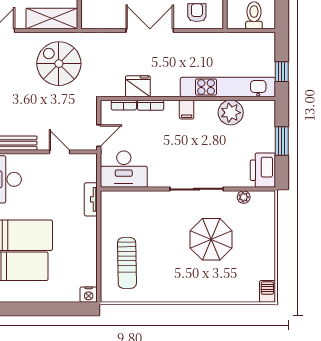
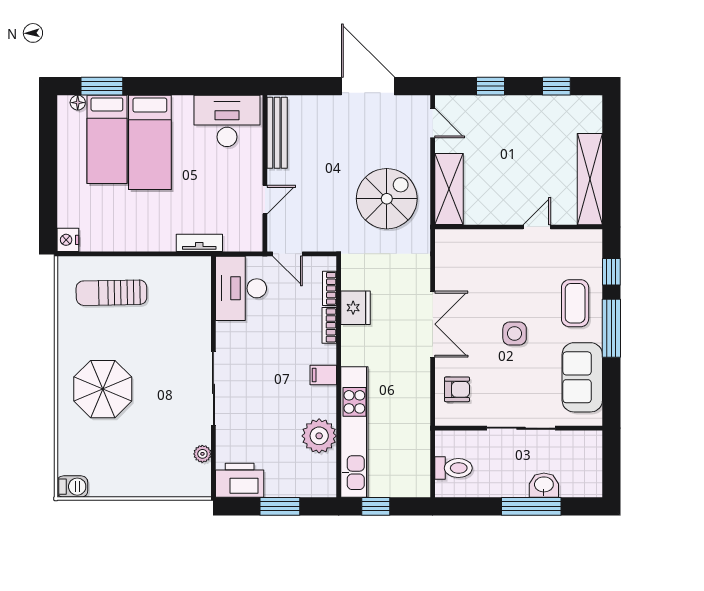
parasol: (211, 239) -> (103, 389), moved

